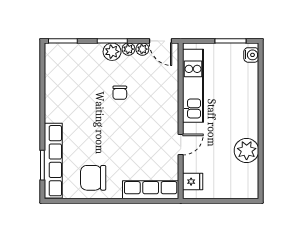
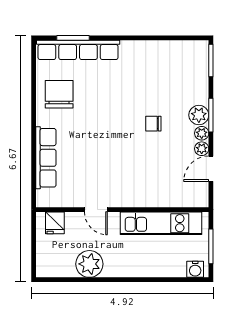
kitchen unit: (193, 86) -> (161, 223), moved
wall: (181, 121) -> (122, 210), moved
door: (181, 145) -> (96, 210), moved
fridge: (193, 182) -> (55, 223), moved

